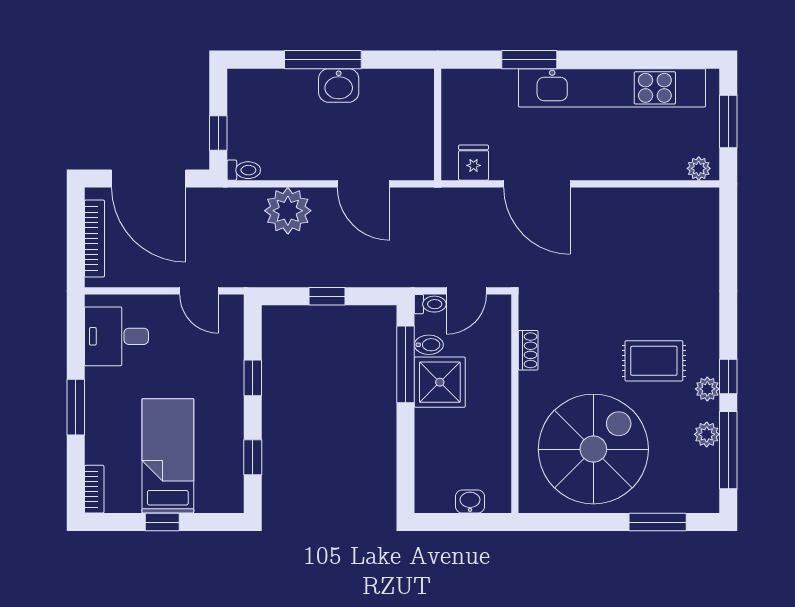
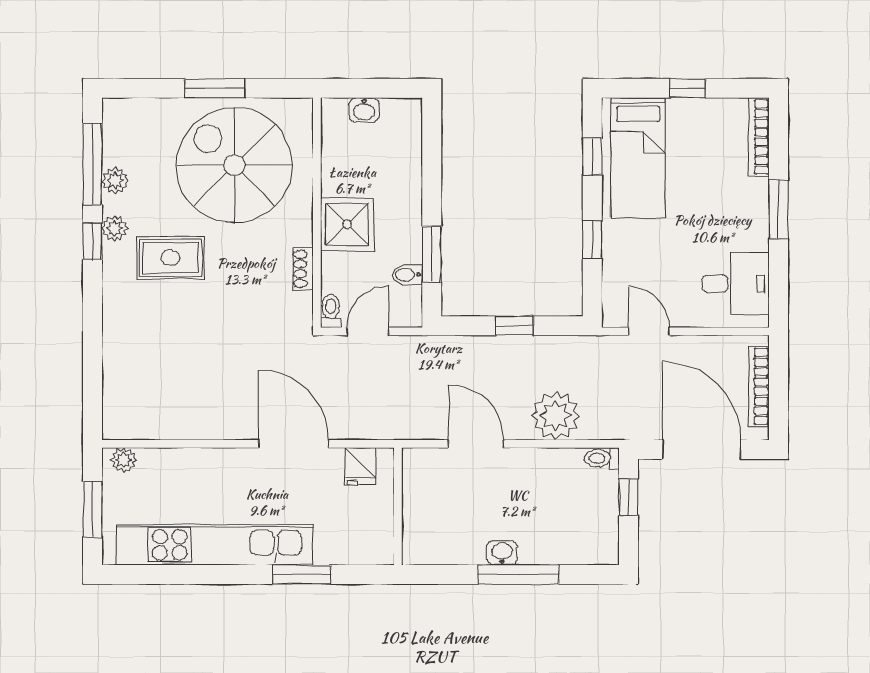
washbasin: (339, 85) -> (502, 553), width x0.72, depth x0.69
toilet: (430, 304) -> (331, 311), moved, turned 90
window: (406, 364) -> (432, 254), width x0.69
shower: (440, 382) -> (347, 224), moved
spiral stairs: (593, 449) -> (234, 165), turned 90
bed: (168, 456) -> (638, 158), moved
bookcase: (94, 489) -> (759, 137), width x1.56
window: (658, 522) -> (215, 88), moved

